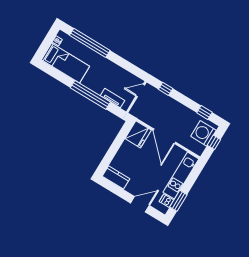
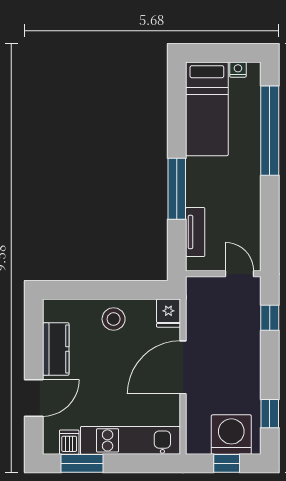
window: (90, 95) -> (177, 189), width x0.68
fridge: (138, 134) -> (168, 313), width x0.53, depth x0.75
stool: (128, 153) -> (114, 319), added
kitchen counter: (116, 177) -> (56, 349), moved
door: (140, 204) -> (34, 398), hinge flipped

